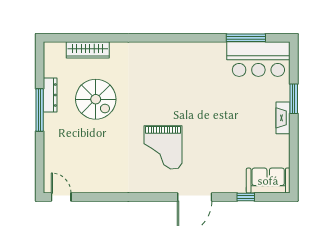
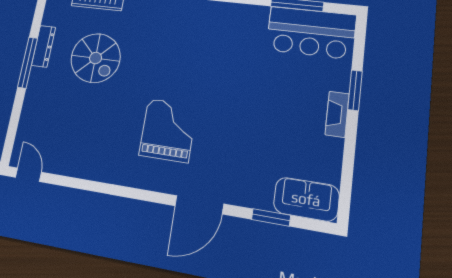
grand piano: (163, 147) -> (168, 130), turned 180
window: (246, 197) -> (271, 217), width x1.50

